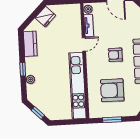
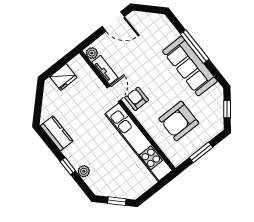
fridge: (45, 17) -> (63, 77), moved, turned 45
armchair: (115, 55) -> (137, 99), moved, turned 90

